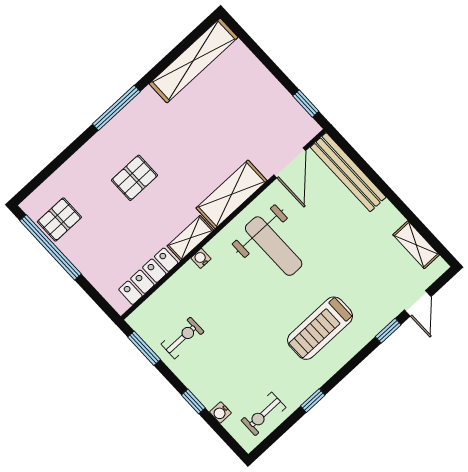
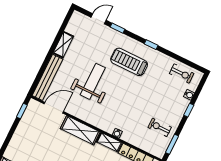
shelving: (416, 245) -> (63, 45), moved
weight bench: (274, 246) -> (93, 81), moved
treadmill: (320, 328) -> (129, 62), turned 180
window: (313, 401) -> (151, 45), moved

